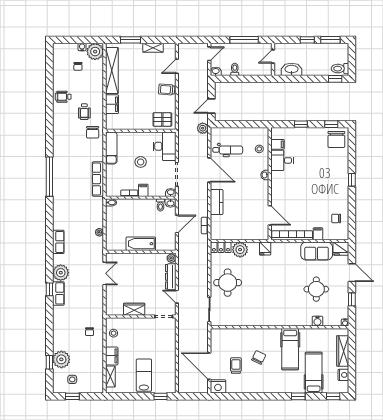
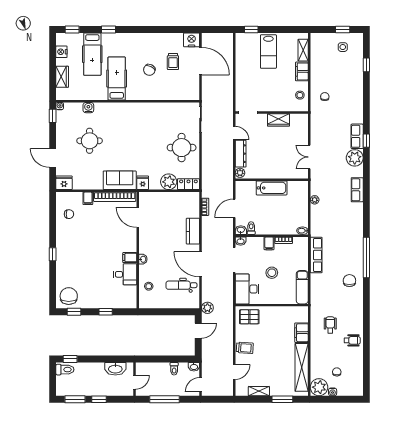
chair: (93, 132) -> (349, 281), moved
filing cabinet: (278, 144) -> (130, 258), moved
sofa: (317, 251) -> (120, 180), moved
window: (352, 299) -> (53, 116), moved
wardrobe: (343, 351) -> (62, 77), width x0.67
plant: (61, 359) -> (354, 68), removed

